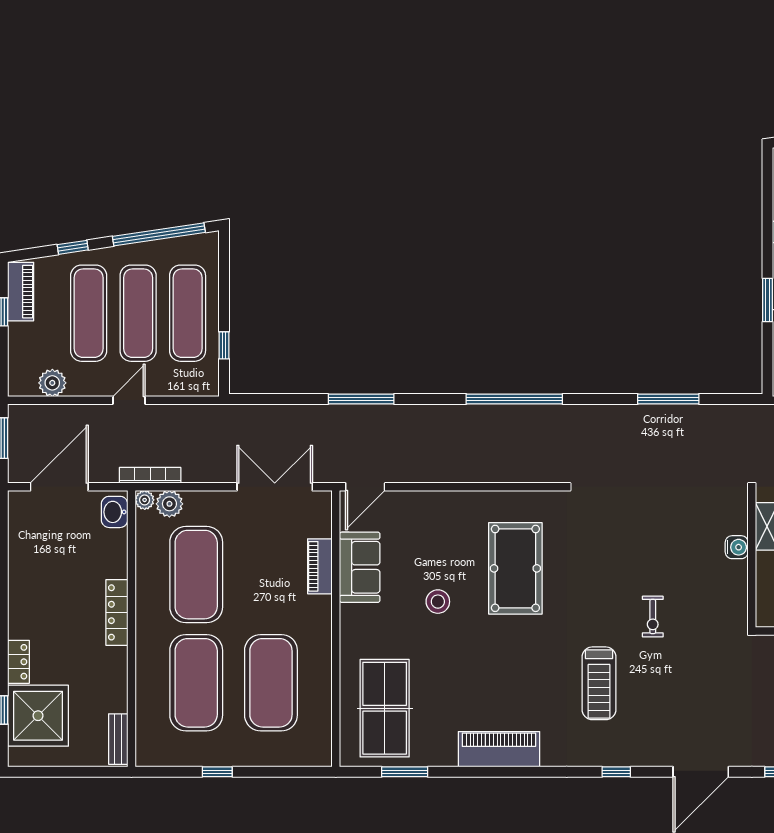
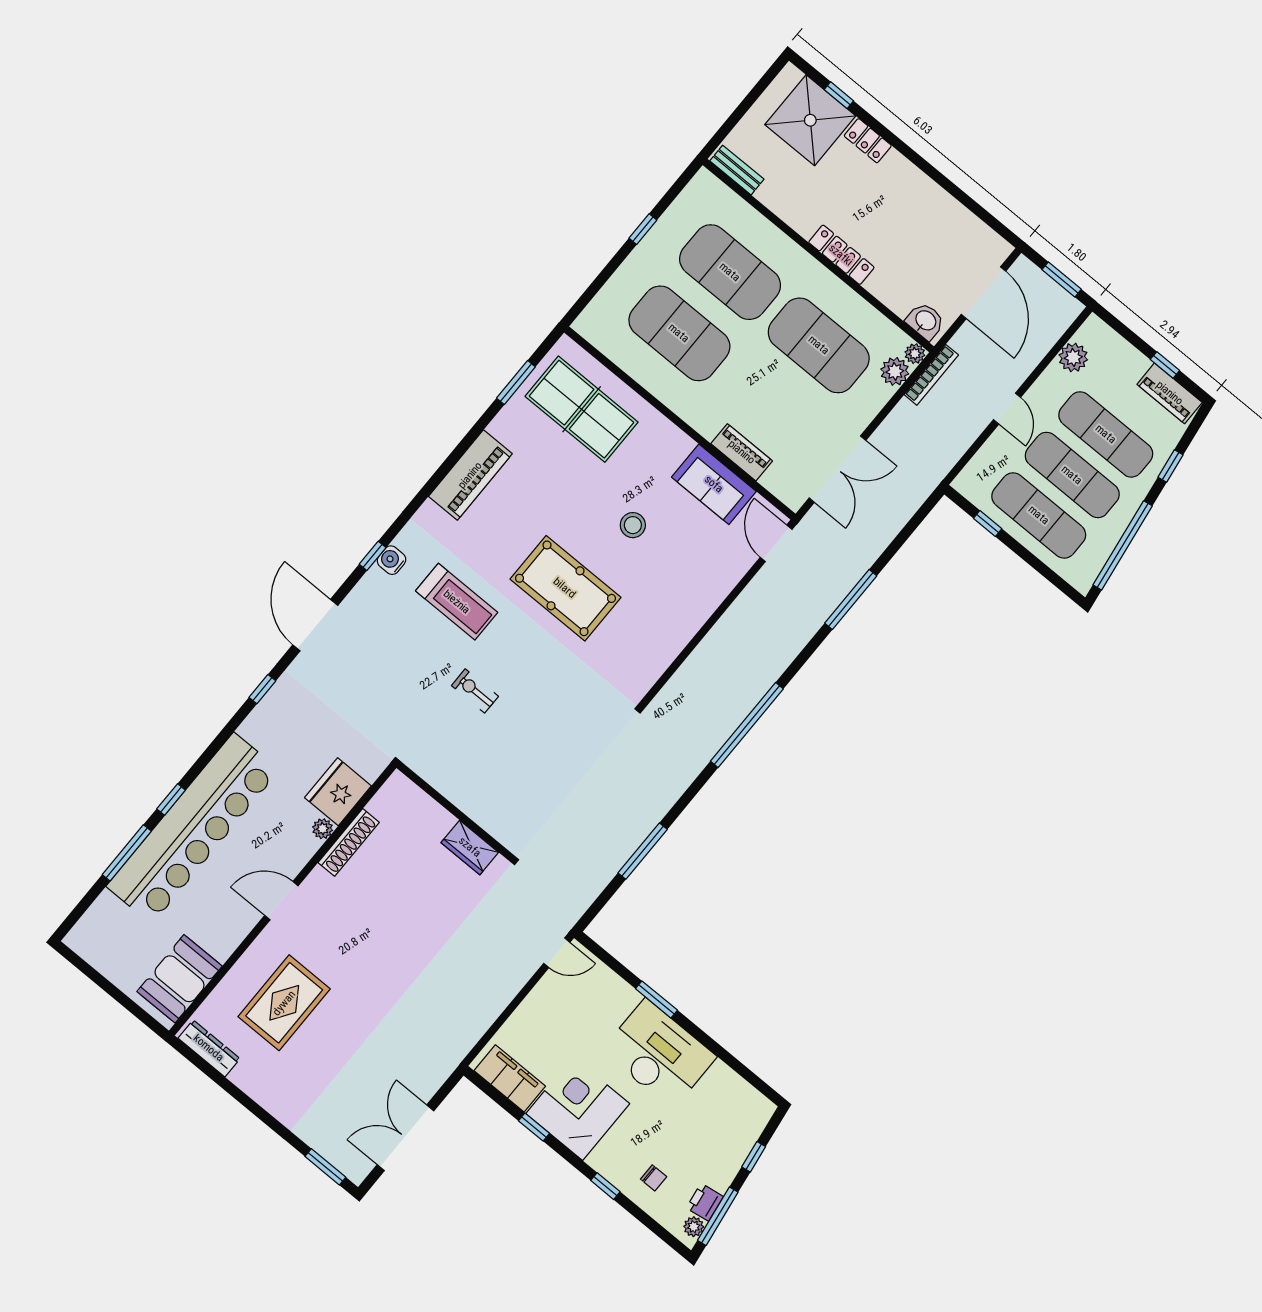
water cooler: (737, 547) -> (392, 560), moved, turned 90
pool table: (515, 568) -> (565, 588), moved
treadmill: (599, 683) -> (457, 602), turned 180

